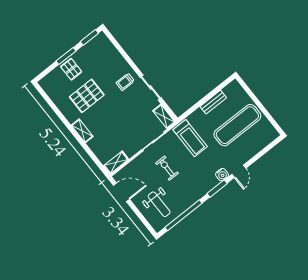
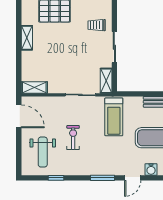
exercise bike: (167, 168) -> (73, 137), moved
water cooler: (222, 175) -> (151, 169), moved
window: (183, 215) -> (56, 178), width x0.32

